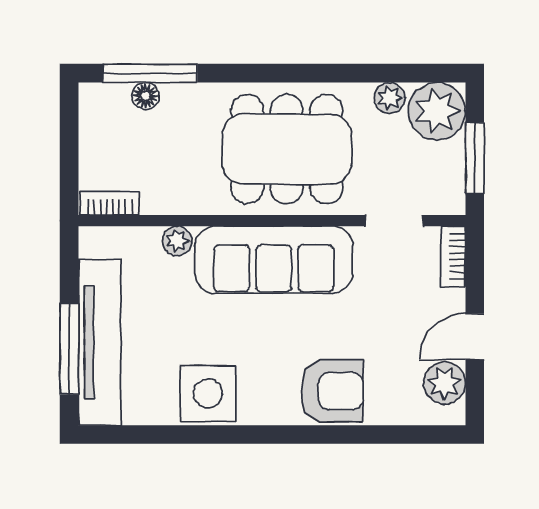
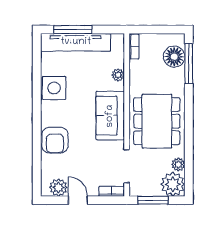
floor lamp: (145, 96) -> (174, 57), width x1.89, depth x1.89
doorway: (394, 221) -> (127, 166), width x1.38
sofa: (274, 260) -> (110, 116), width x0.73

